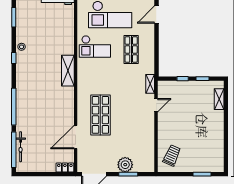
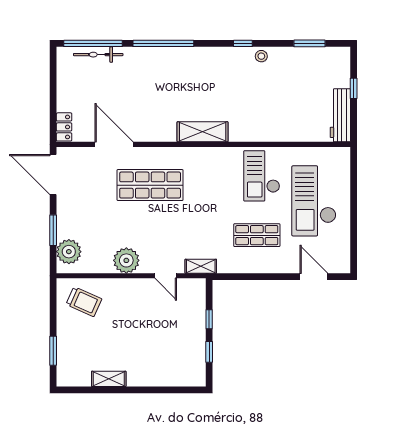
shelving: (68, 71) -> (203, 132), moved
shelving: (219, 99) -> (109, 379), moved
plant: (147, 129) -> (126, 260), added
plant: (125, 165) -> (69, 252), moved

